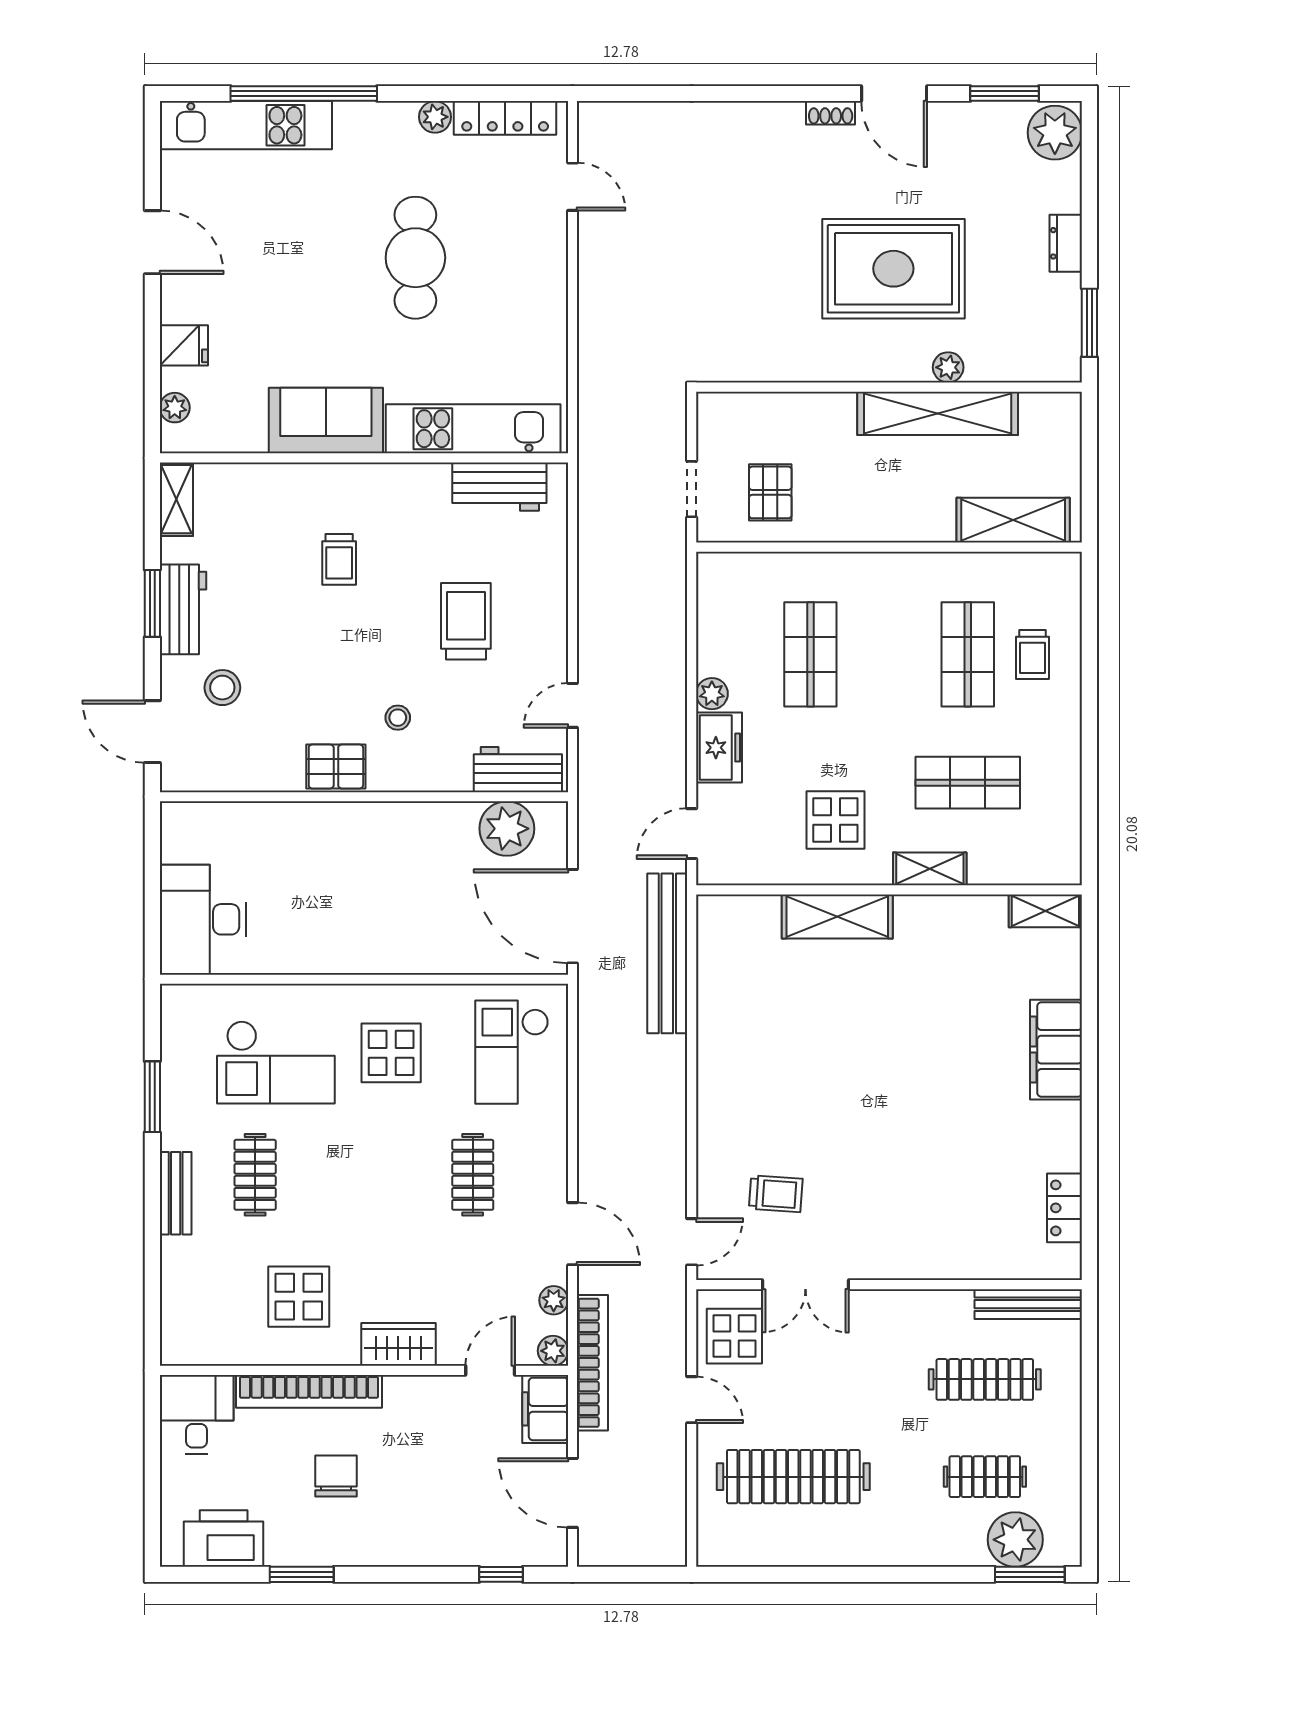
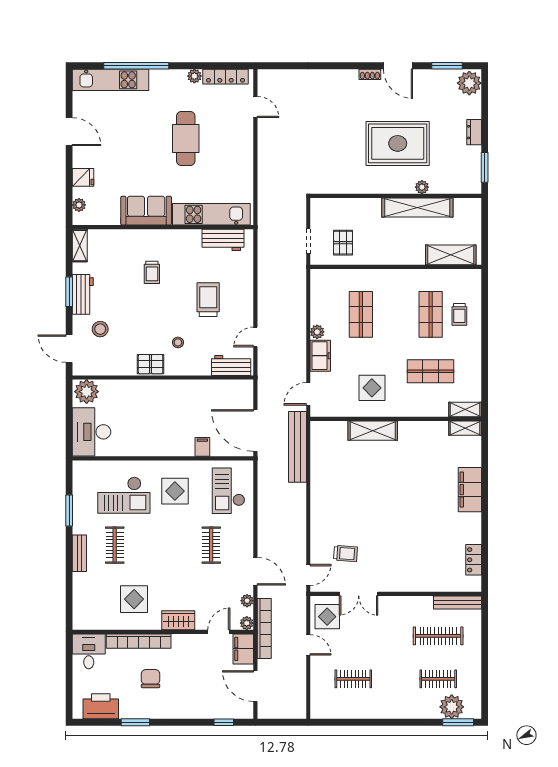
plant: (507, 829) -> (87, 392), moved
shelving: (930, 869) -> (465, 409), moved
filing cabinet: (453, 953) -> (202, 447), added
clothes rail: (793, 1477) -> (353, 679), width x0.54, depth x0.76

